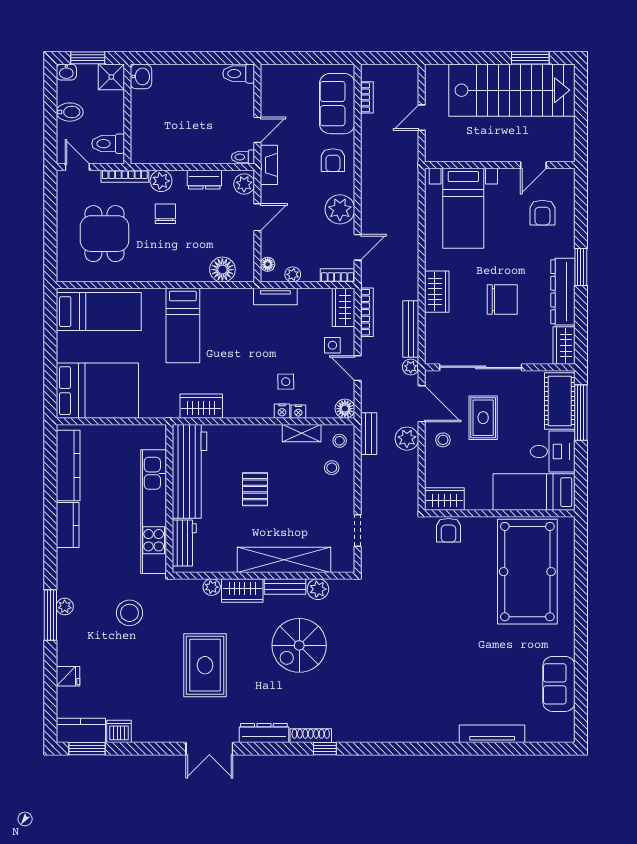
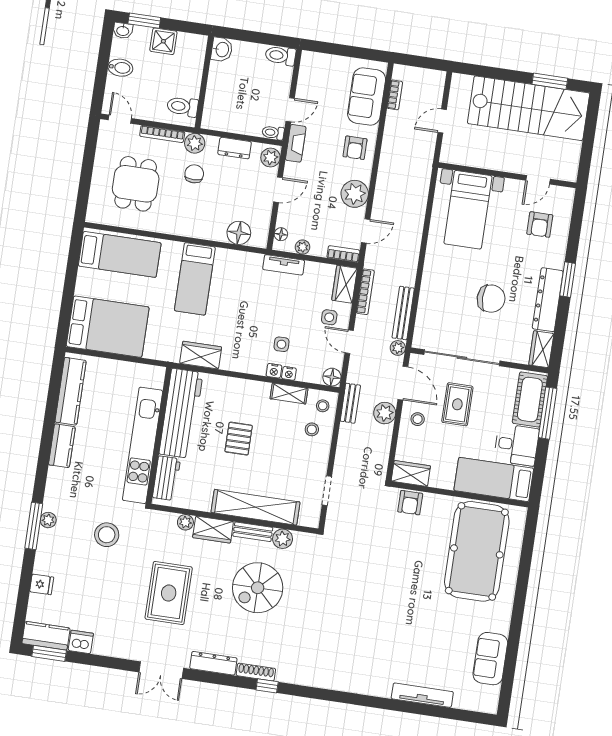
washbasin: (141, 76) -> (222, 49), moved
wall: (127, 114) -> (204, 82), moved
toilet: (108, 144) -> (182, 107), moved
wardrobe: (437, 292) -> (432, 282), removed

